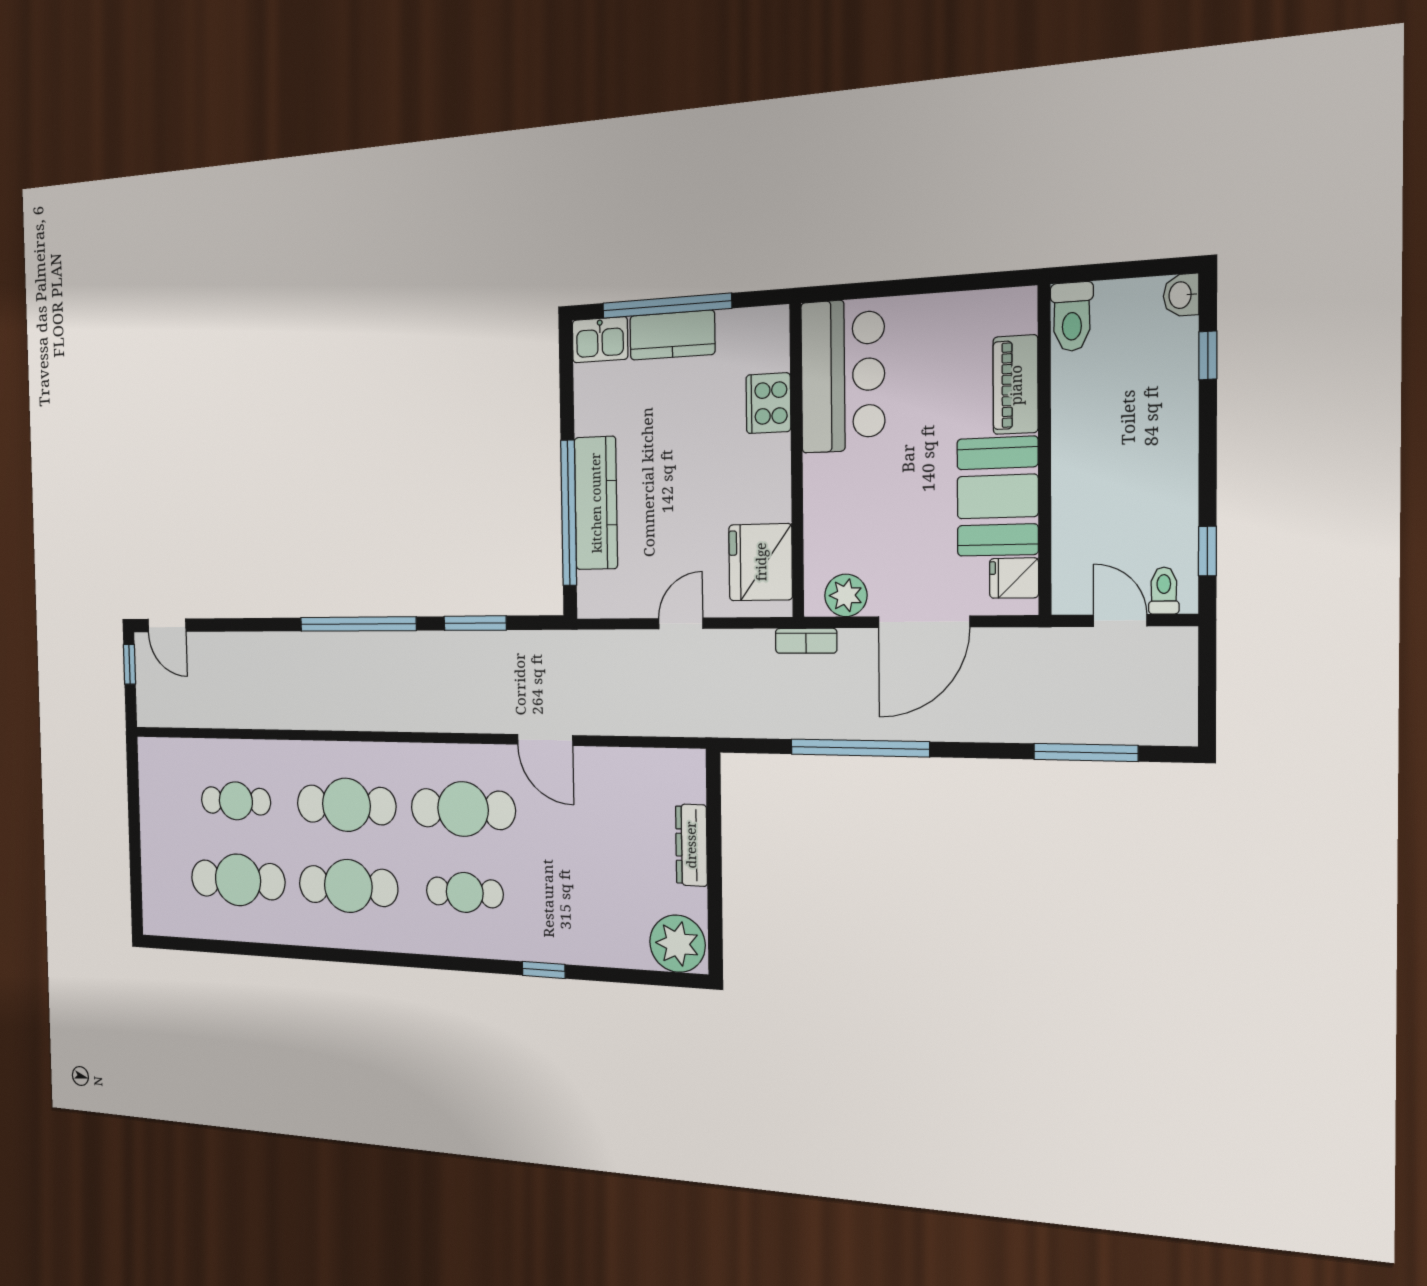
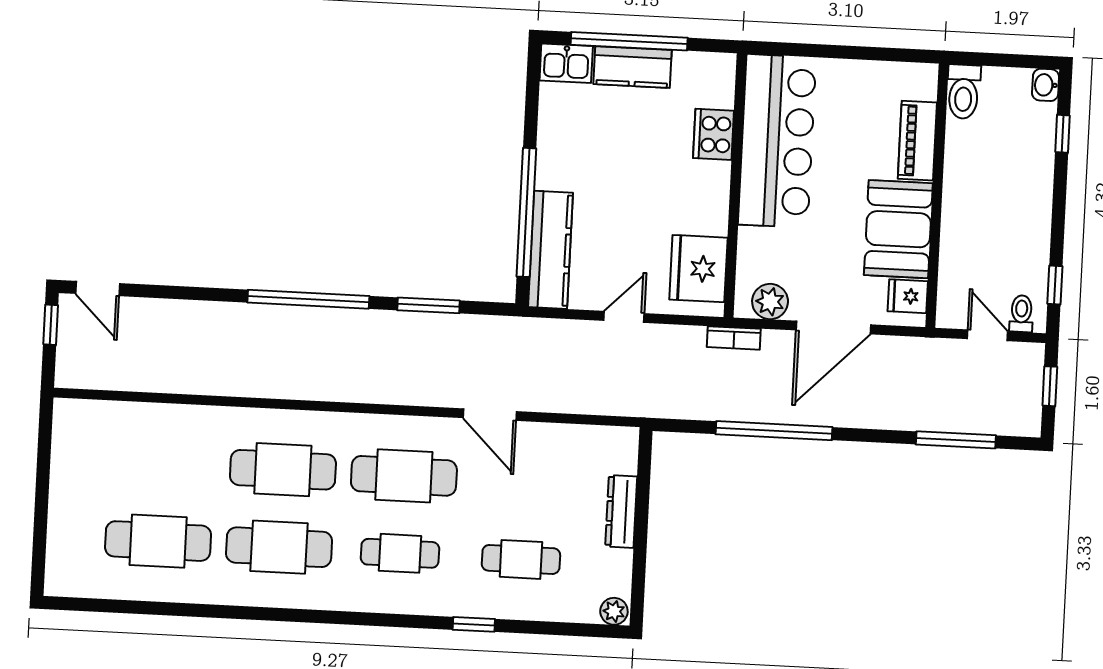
bar counter: (843, 376) -> (777, 141), width x1.36
kitchen counter: (596, 503) -> (550, 250), moved
window: (1207, 681) -> (1050, 386), added
cafe table: (236, 801) -> (521, 559), moved
plant: (677, 944) -> (614, 611), width x0.53, depth x0.53

